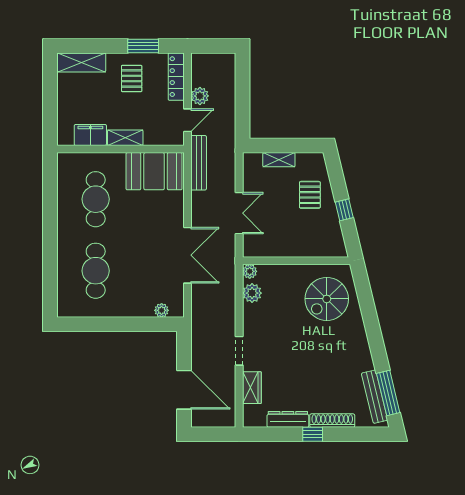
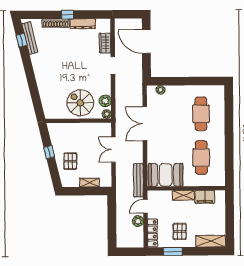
spiral stairs: (327, 299) -> (80, 103), moved, turned -90
window: (388, 393) -> (22, 40), width x0.46

